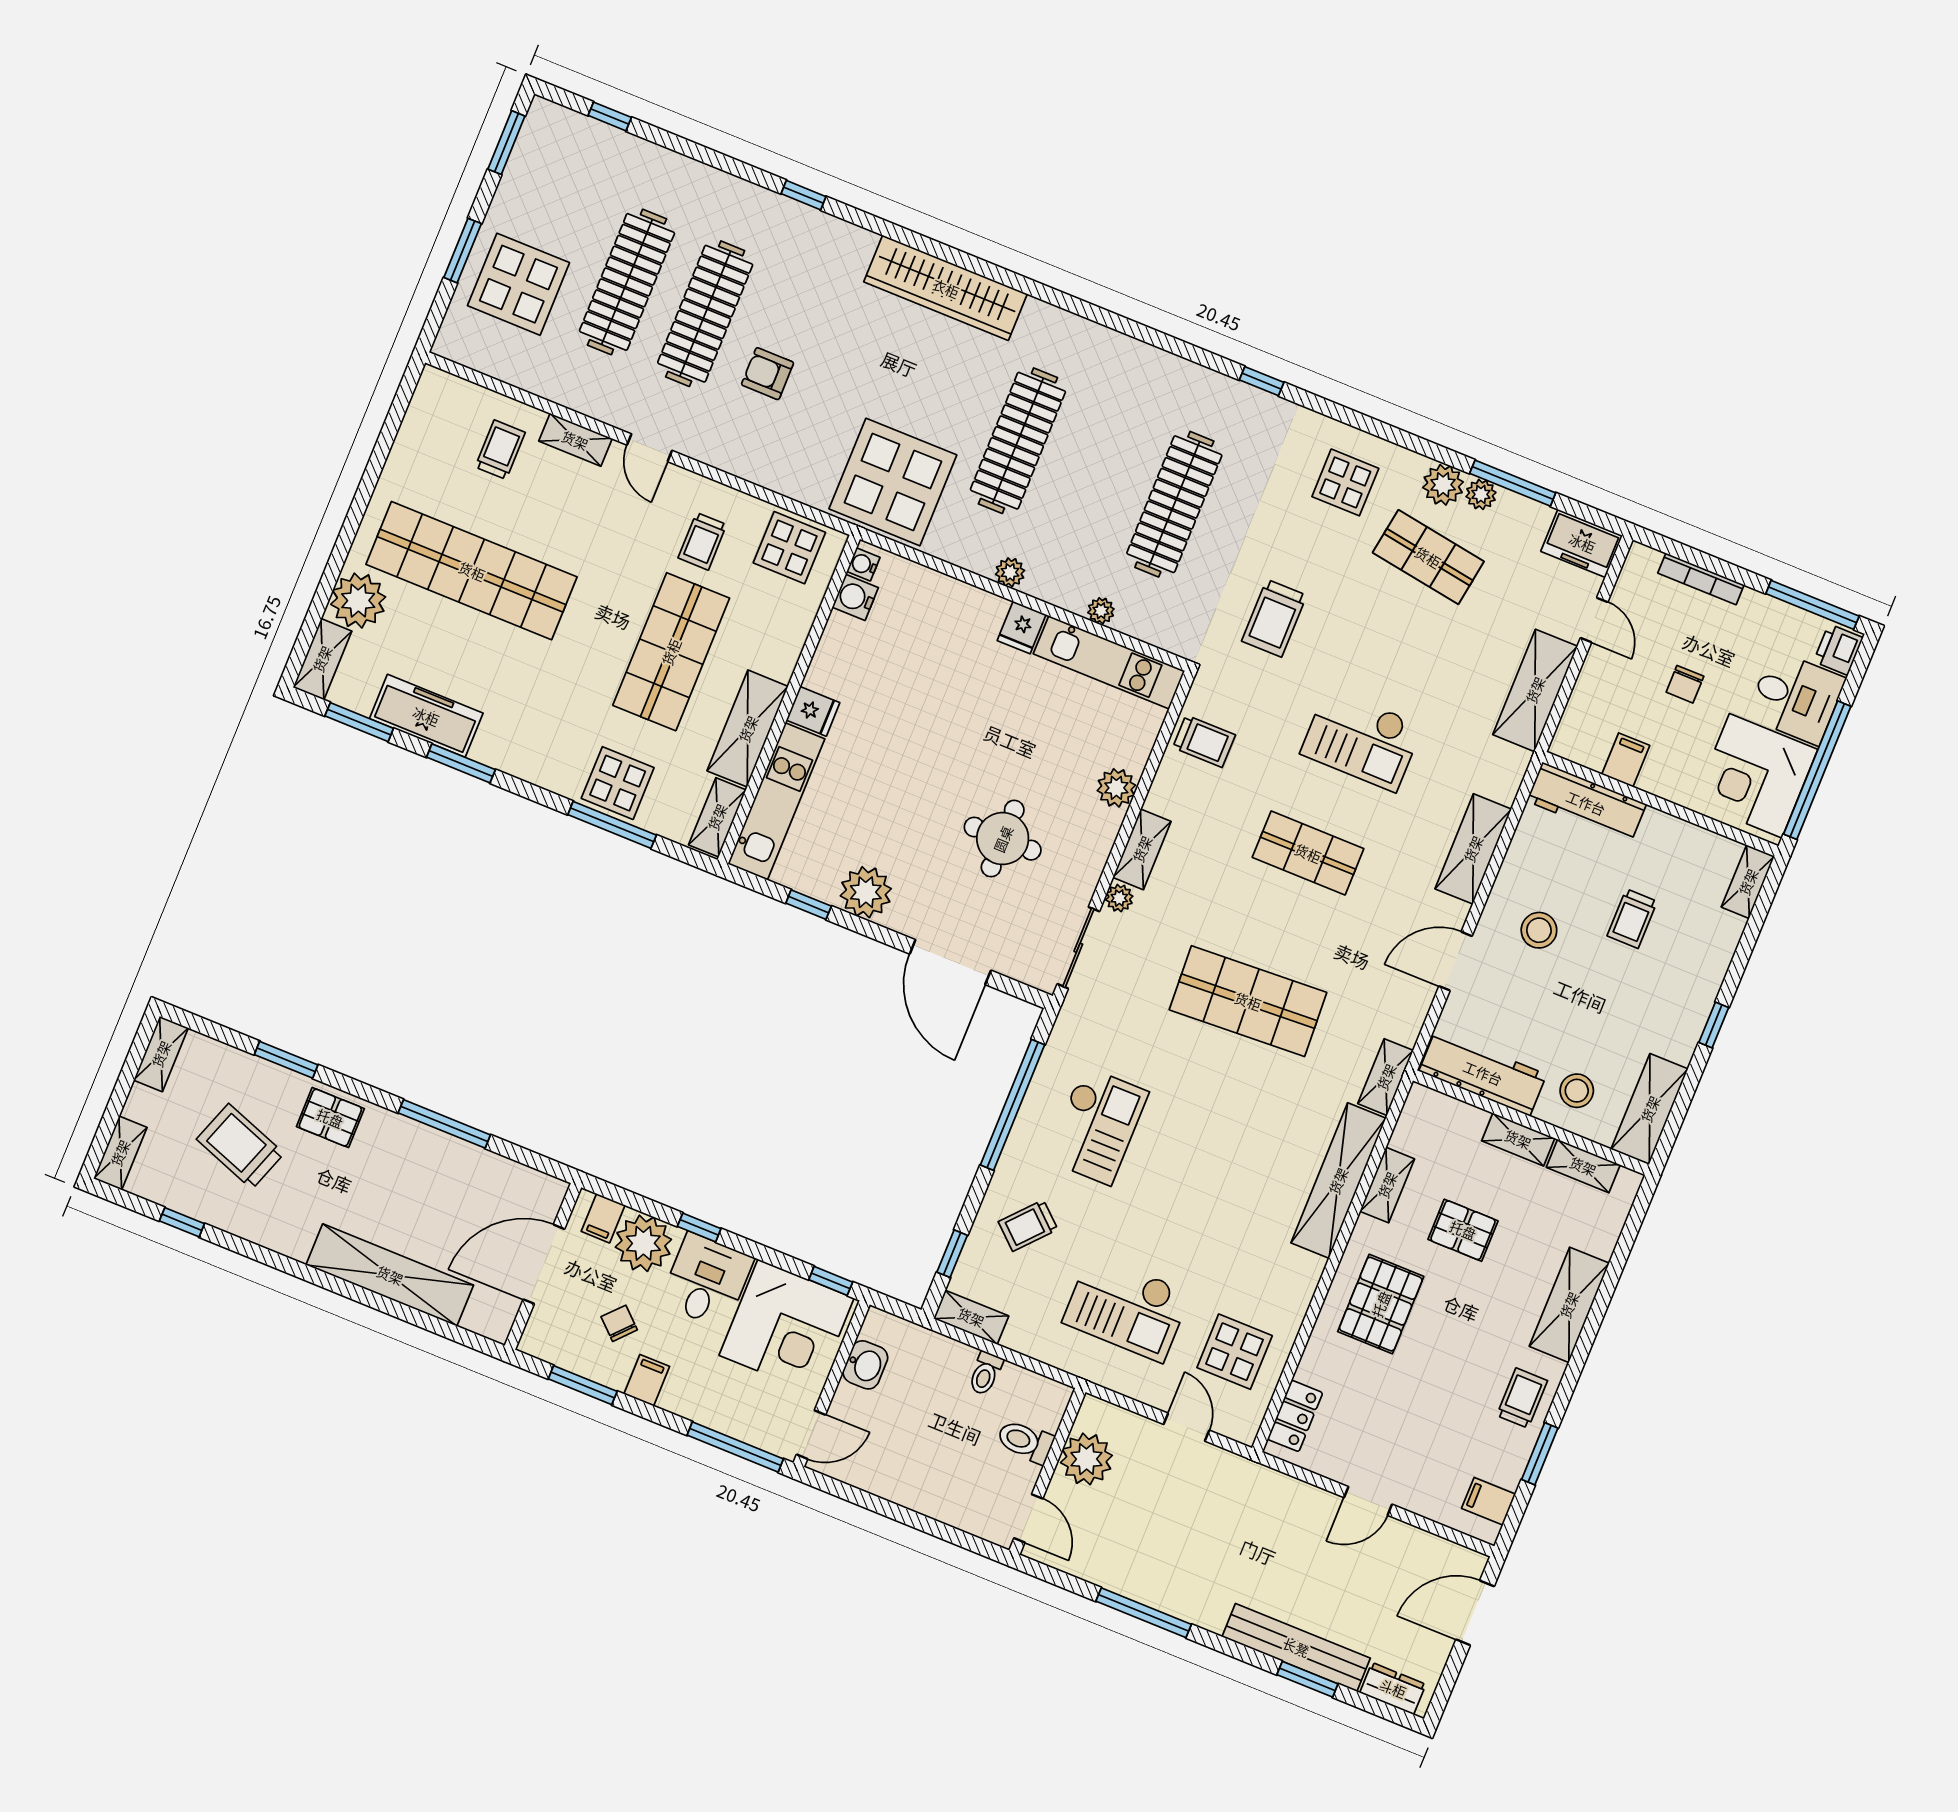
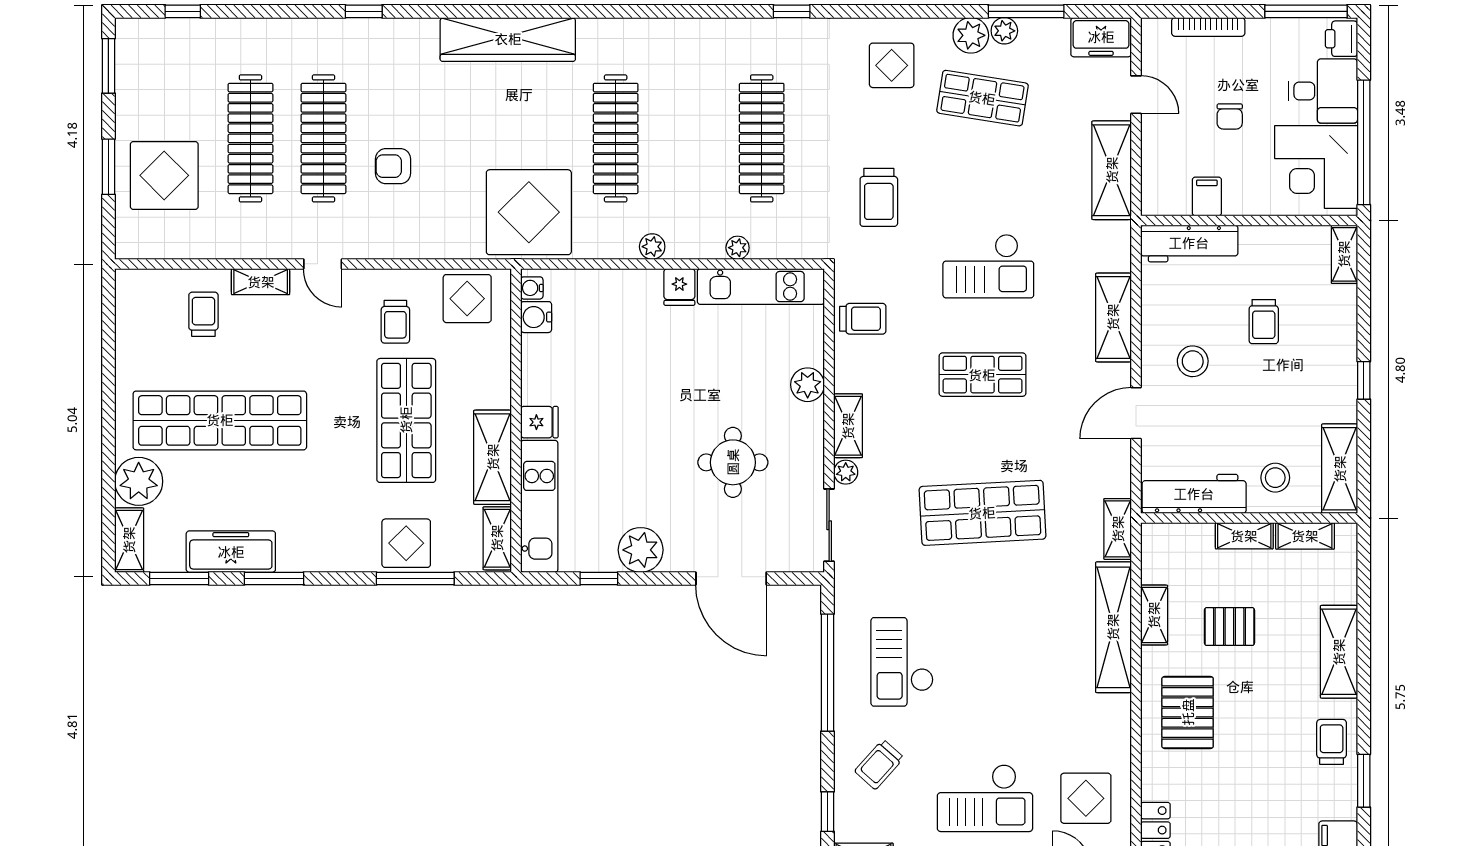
checkout: (1097, 1126) -> (902, 662), turned 180

